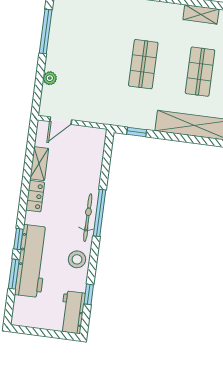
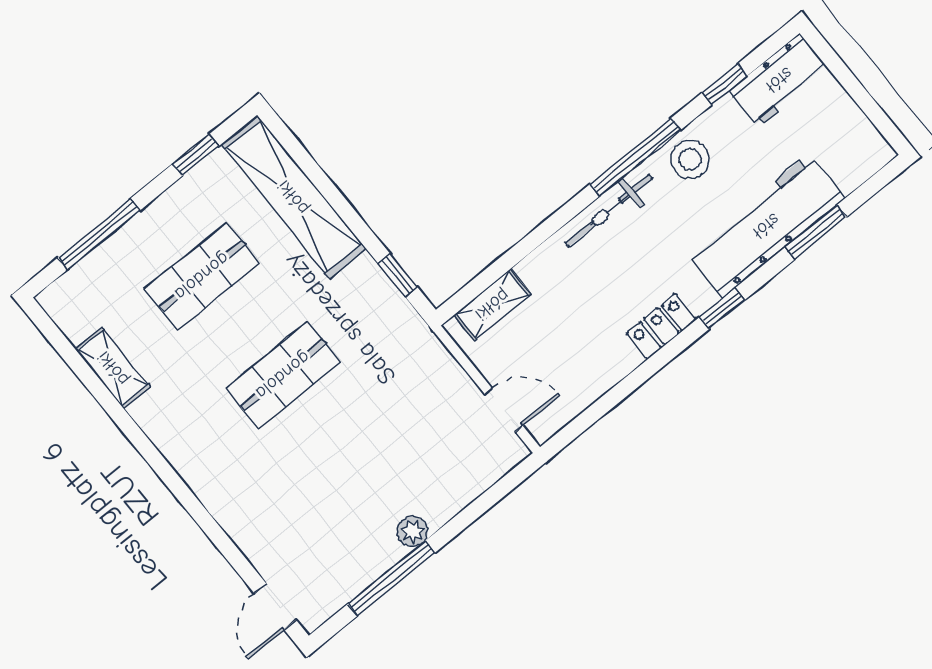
plant: (50, 78) -> (413, 532), moved
shelving: (39, 164) -> (492, 305), moved
window: (99, 213) -> (635, 157), moved
window: (18, 239) -> (722, 309), moved

